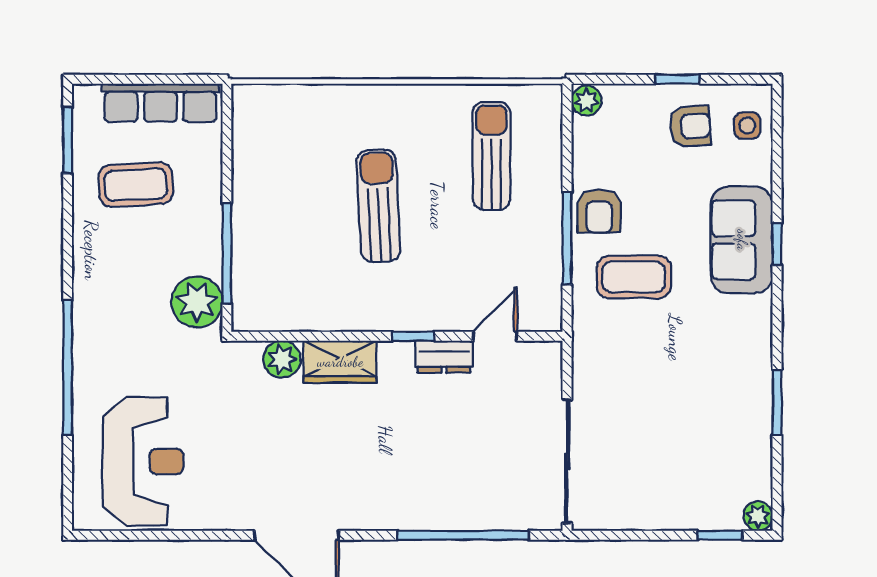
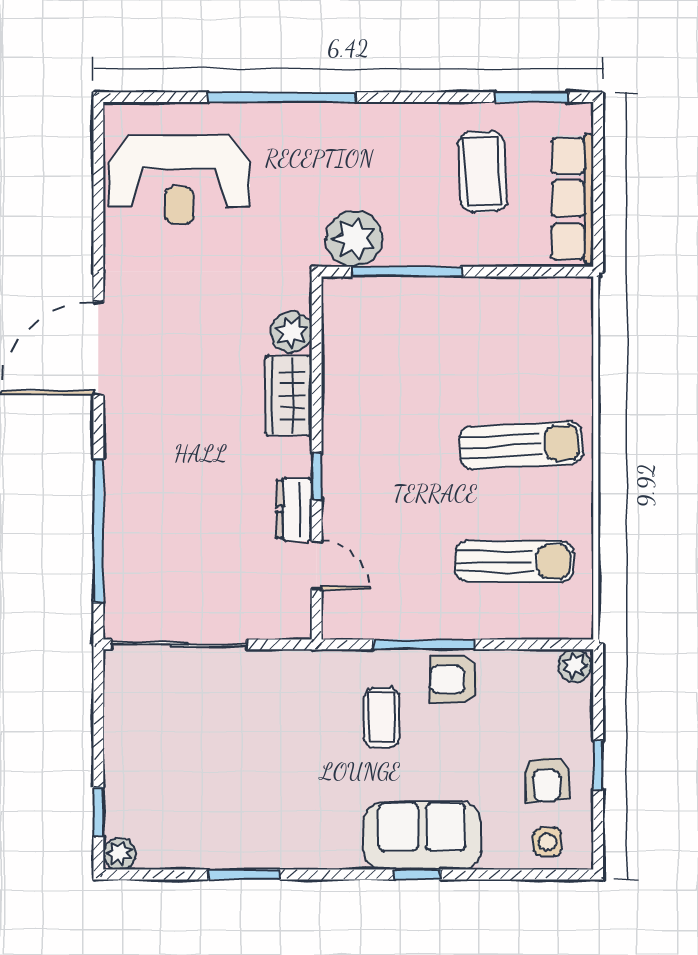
sun lounger: (378, 206) -> (521, 445), moved
coffee table: (634, 277) -> (382, 717), width x0.73, depth x0.77

